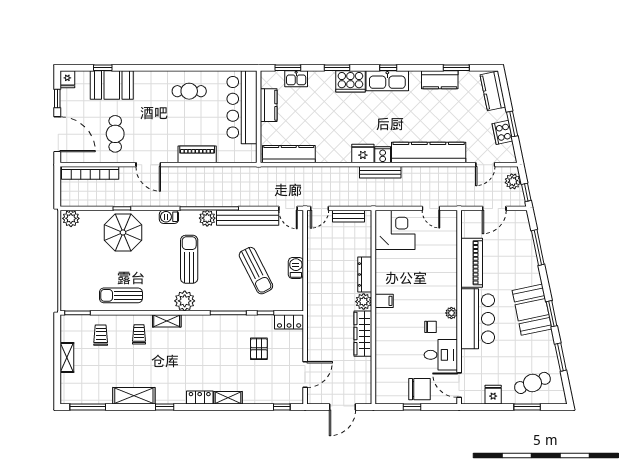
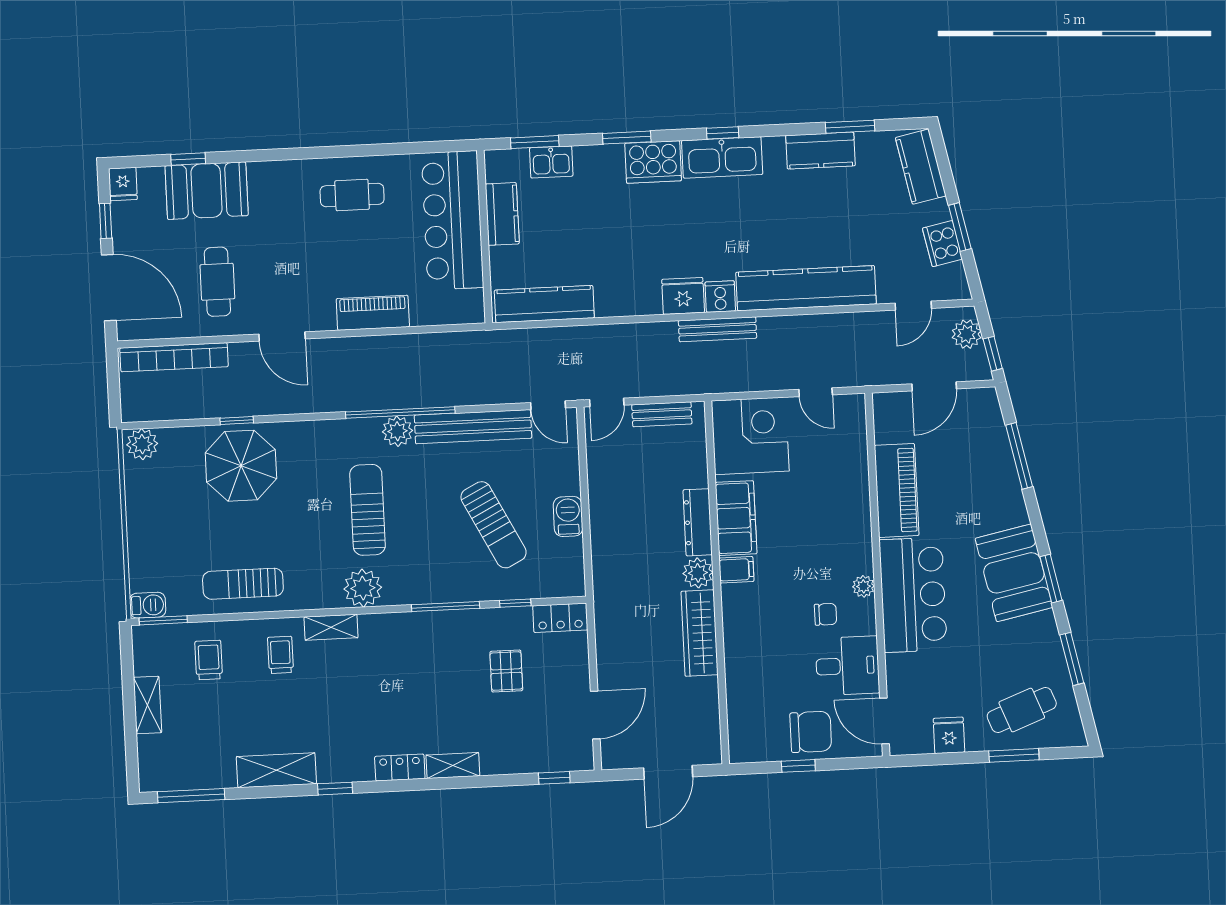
barbecue: (169, 217) -> (148, 605), moved, turned 180
filing cabinet: (385, 273) -> (736, 518), added

